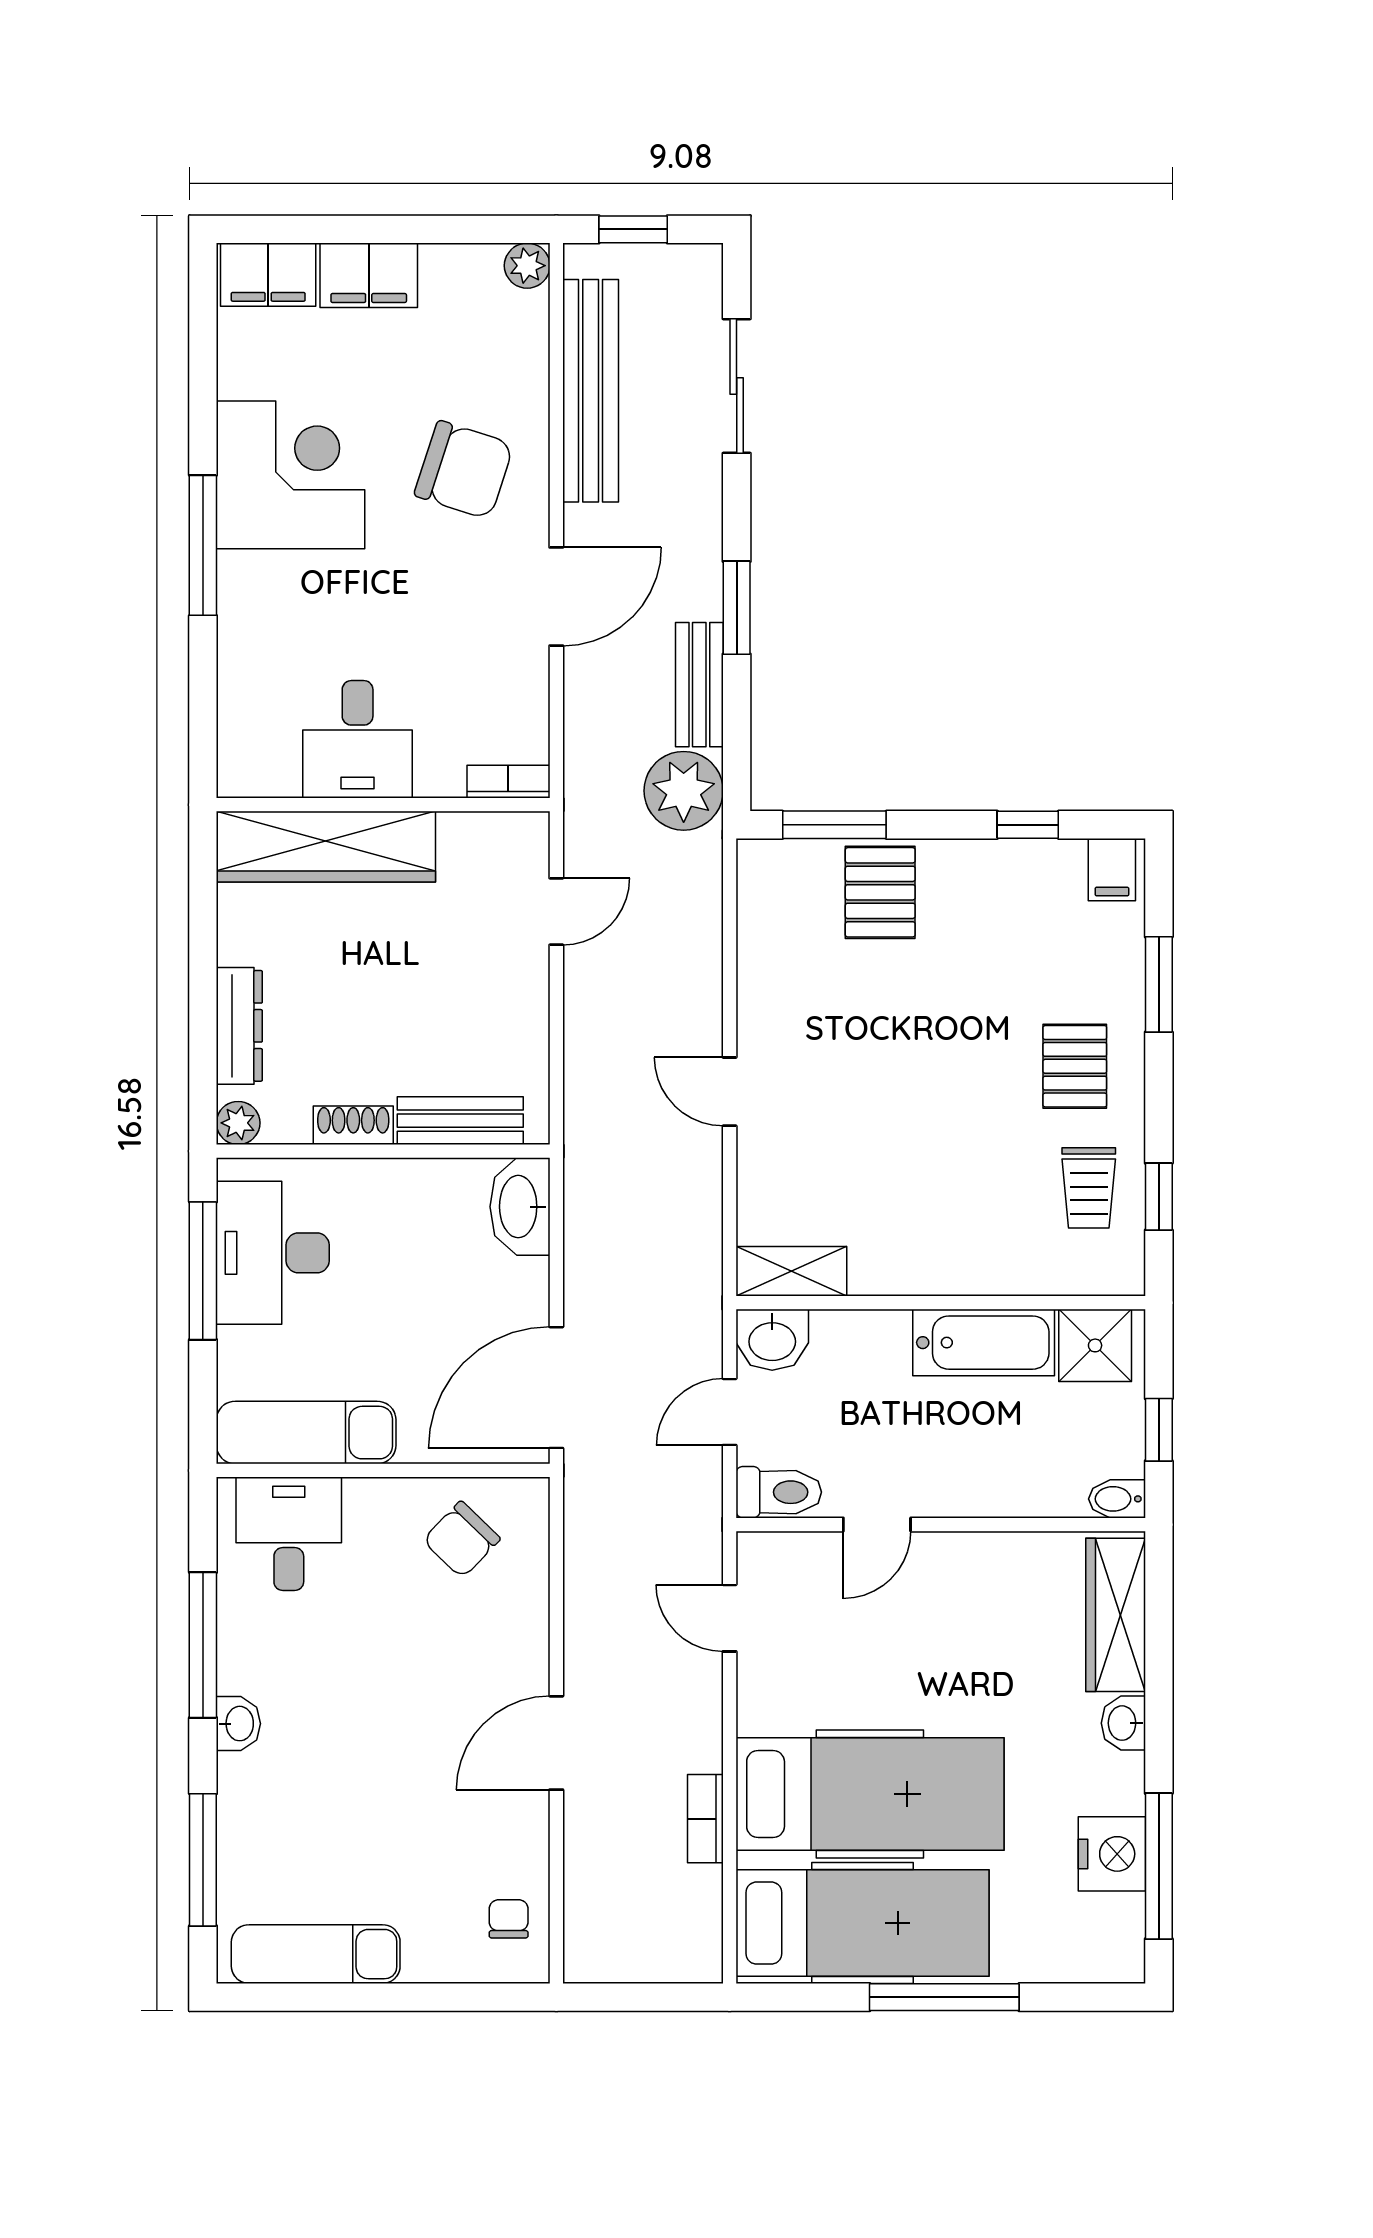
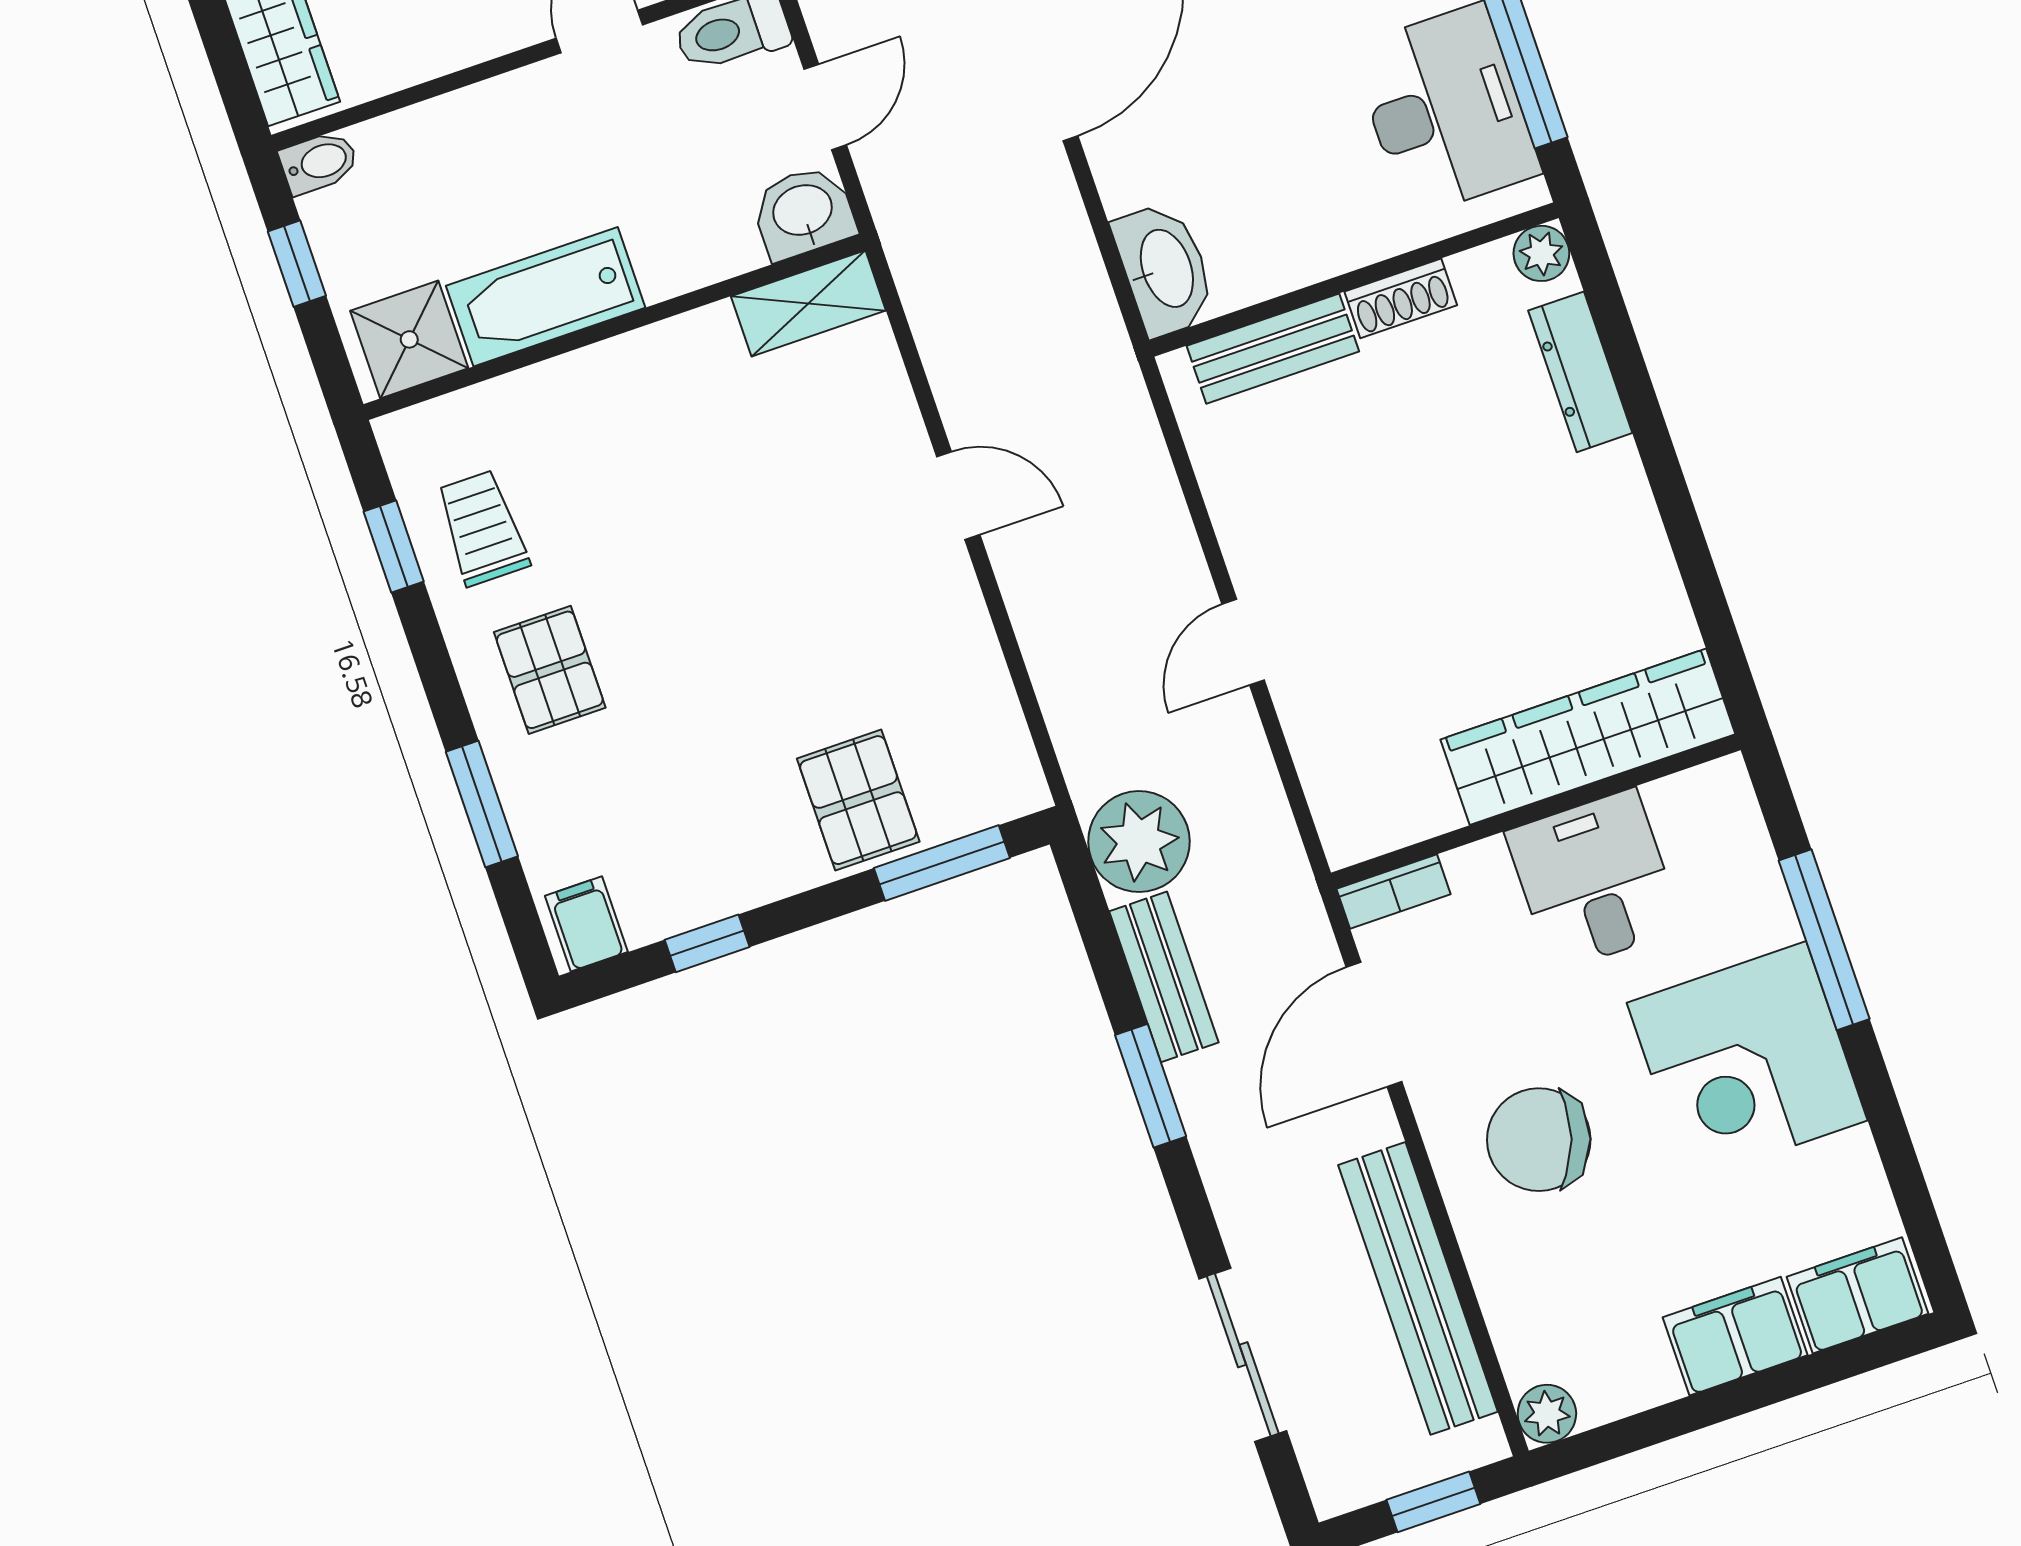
desk: (358, 739) -> (1594, 880), moved
bookcase: (508, 782) -> (1393, 892), moved
wall: (383, 805) -> (1536, 811), moved
wardrobe: (326, 847) -> (1588, 737), moved

